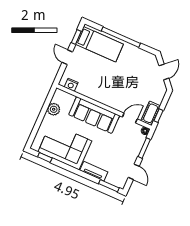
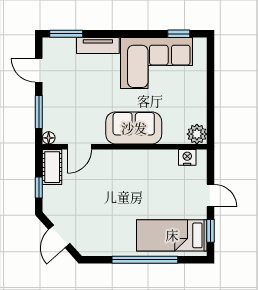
plant: (54, 109) -> (197, 134), moved
sofa: (94, 115) -> (134, 128), width x0.73
window: (159, 116) -> (39, 188), moved

